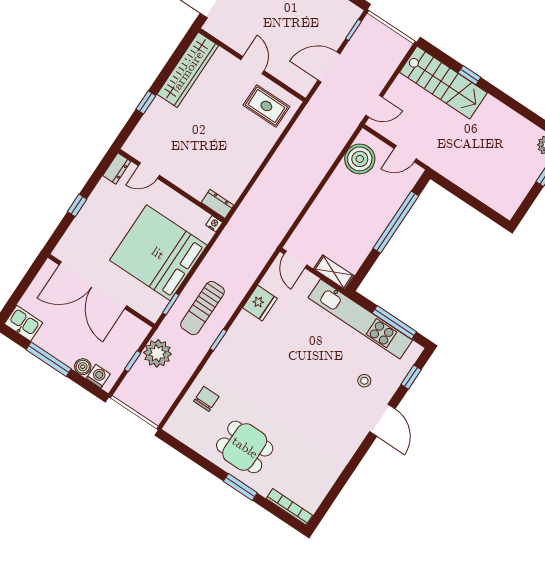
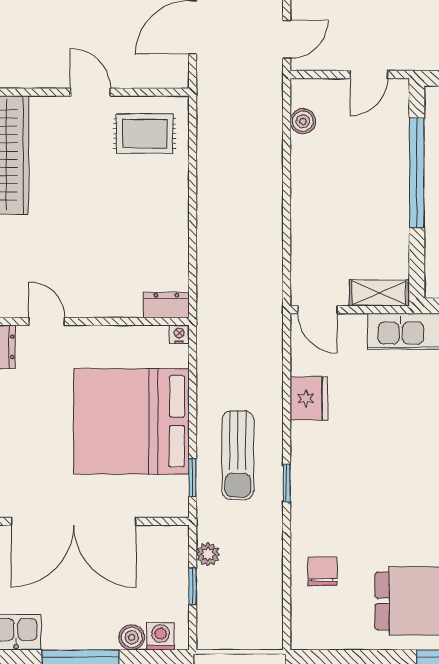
boiler: (360, 159) -> (303, 121), width x0.54, depth x0.54
door: (149, 171) -> (47, 321), swing flipped
plant: (157, 353) -> (208, 554), width x0.53, depth x0.53

